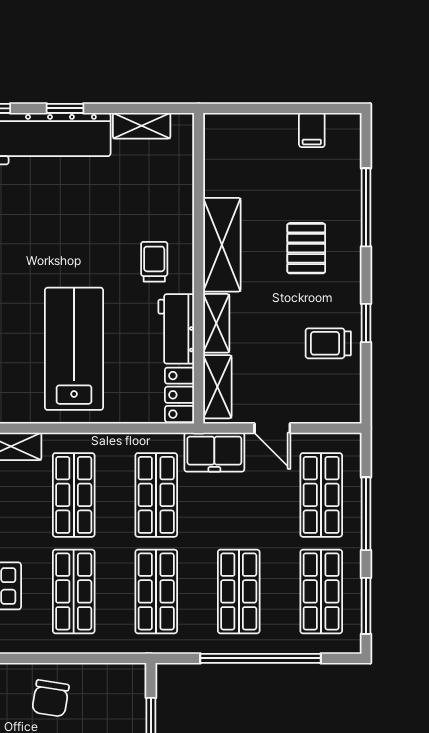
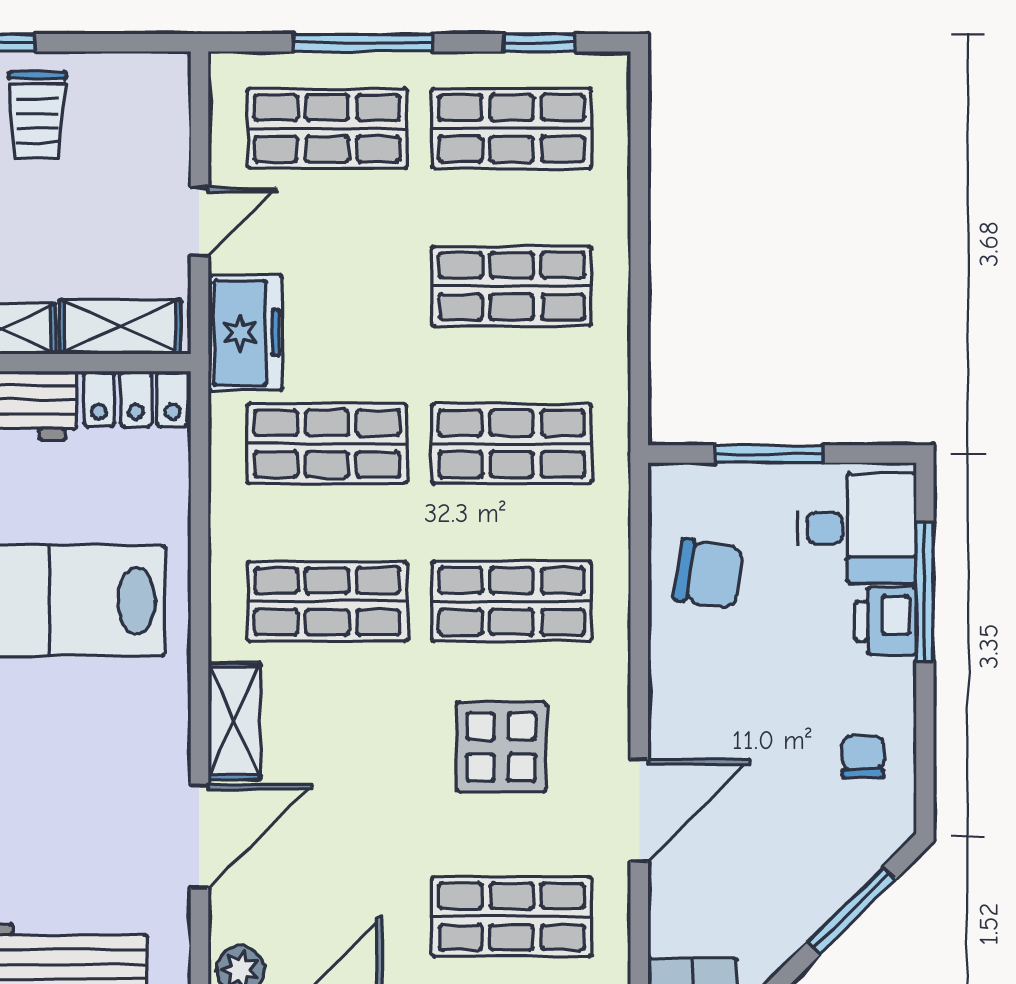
window: (366, 606) -> (539, 43), width x0.67
window: (260, 658) -> (639, 245), removed
chair: (50, 698) -> (709, 574), moved

